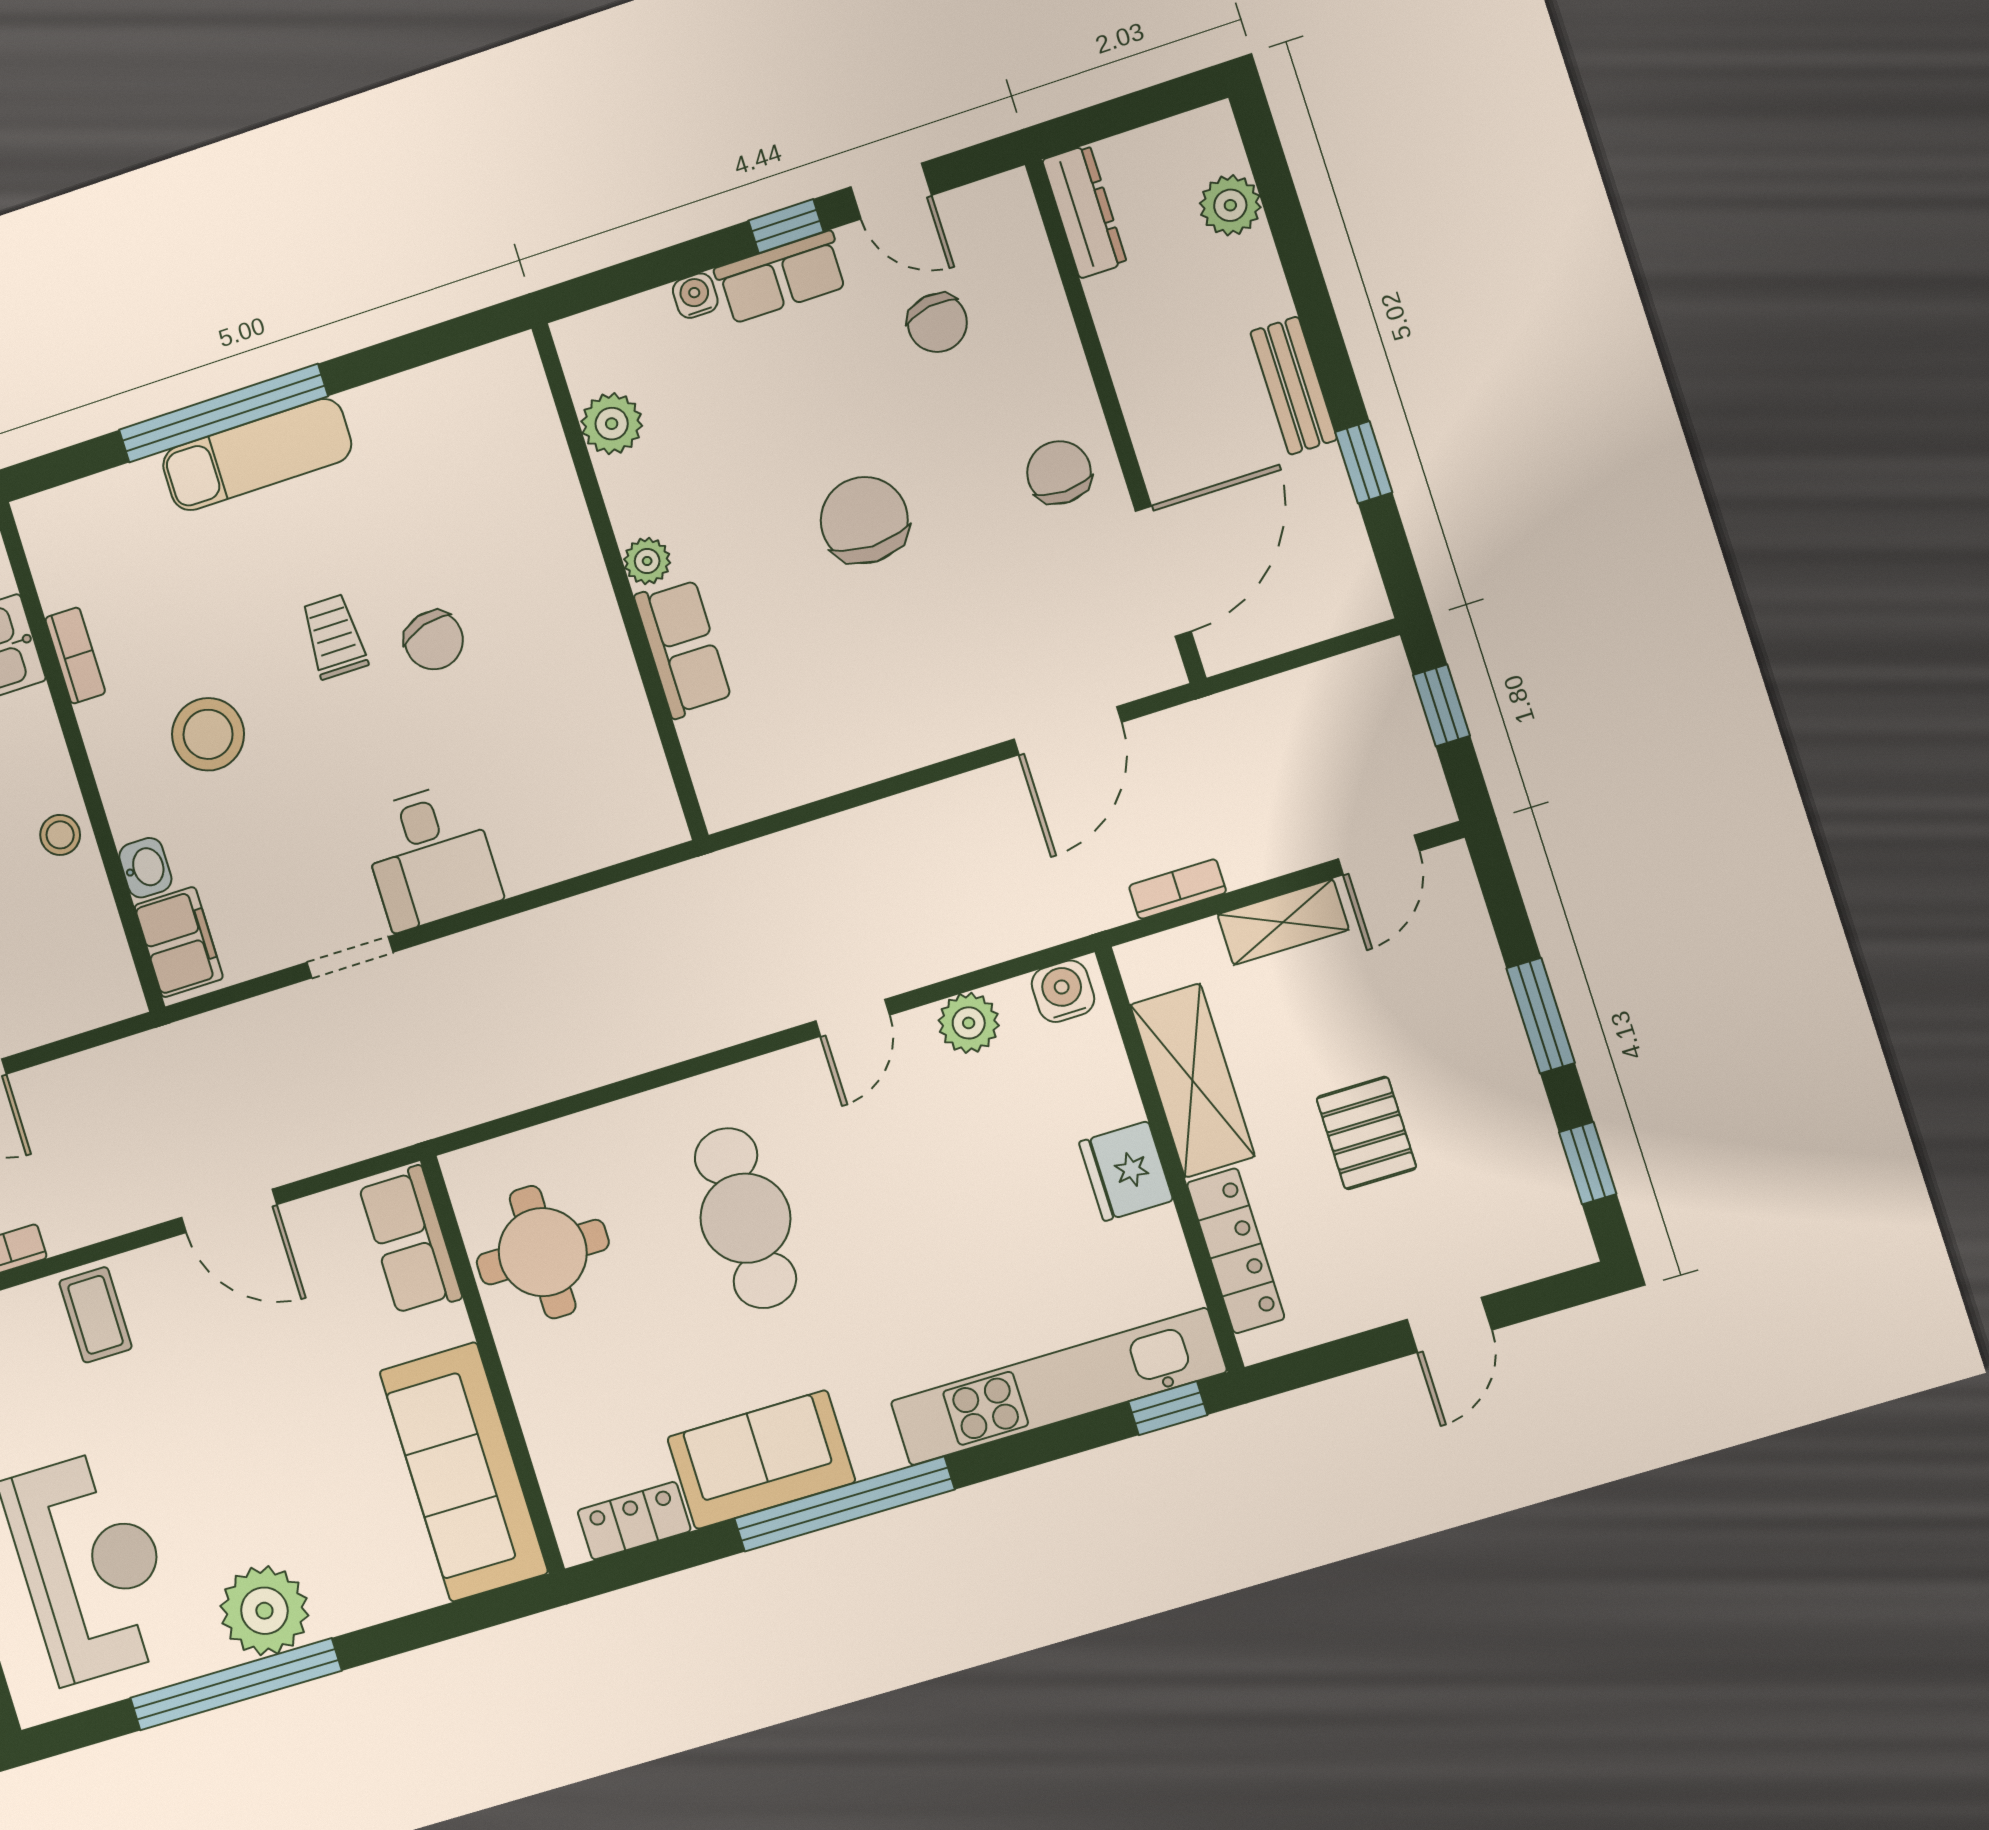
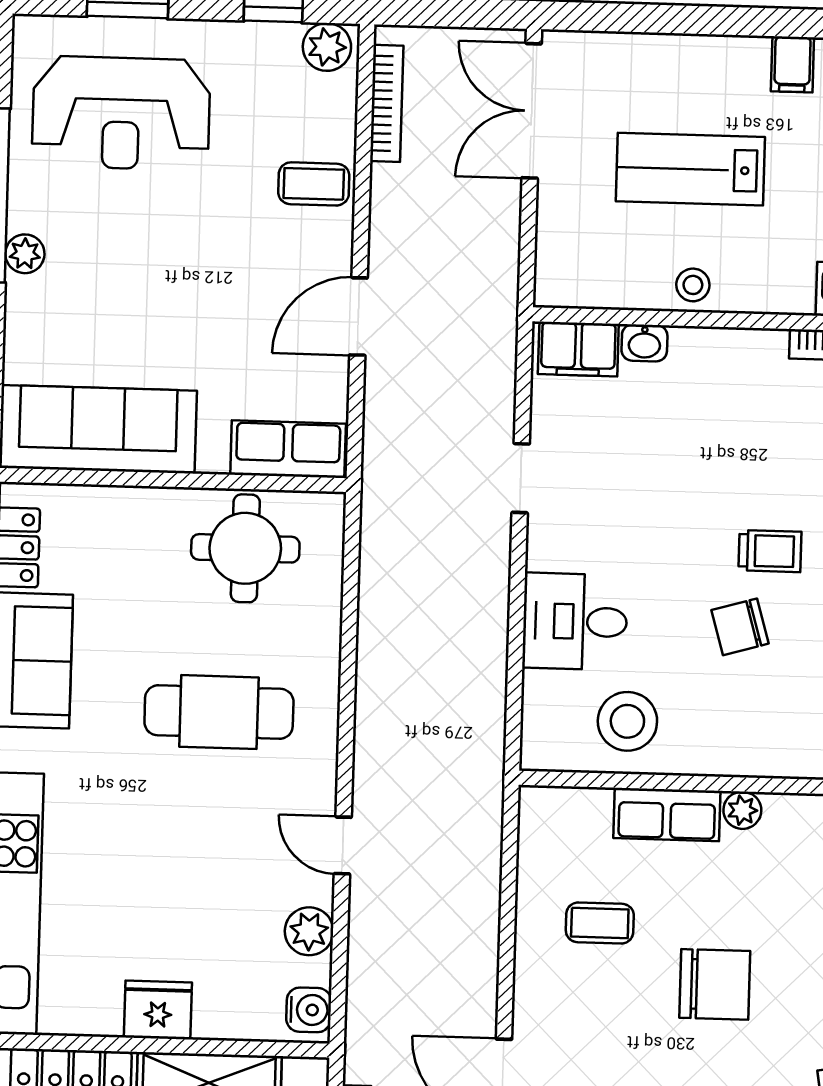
coffee table: (839, 682) -> (600, 923), added
stool: (208, 734) -> (627, 721), moved
desk: (430, 856) -> (575, 621), moved
plant: (264, 1611) -> (25, 254), width x0.53, depth x0.53

